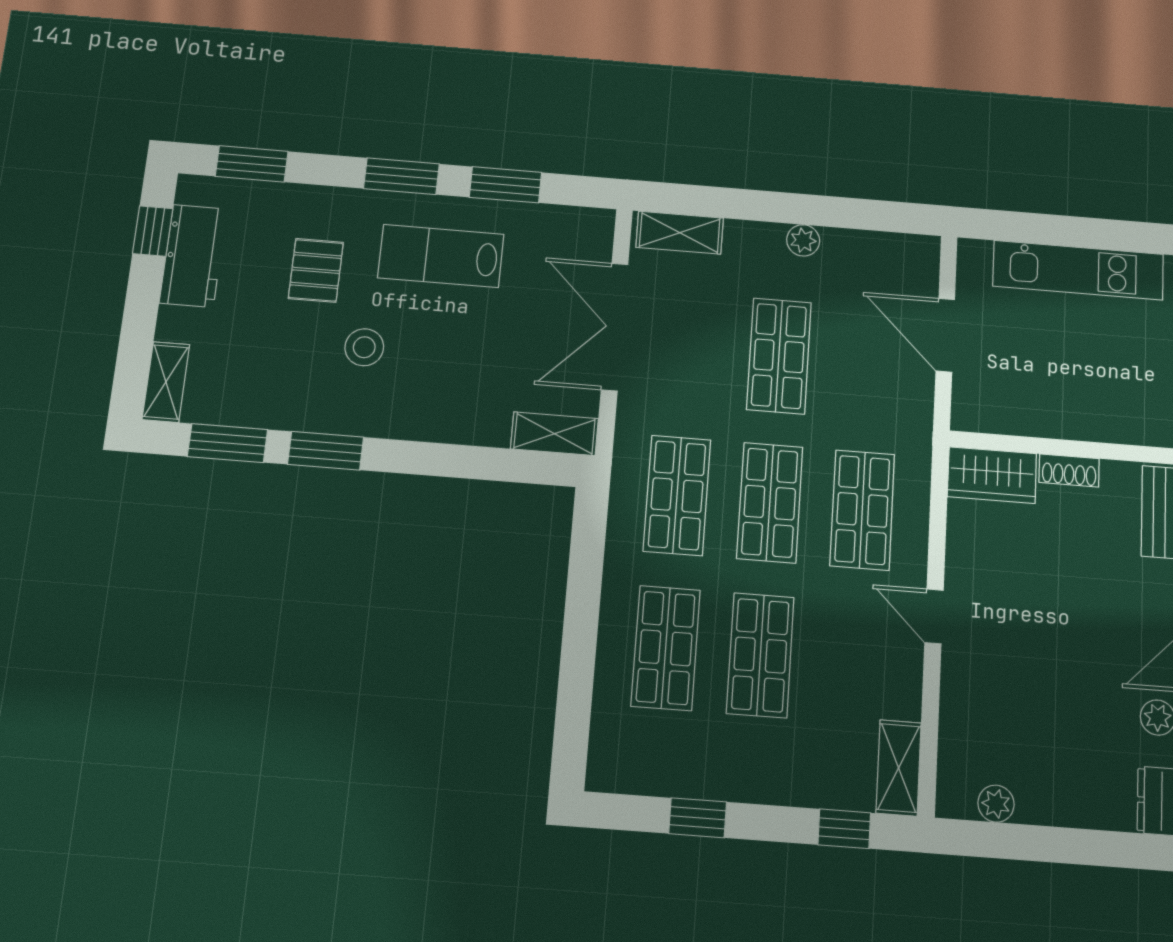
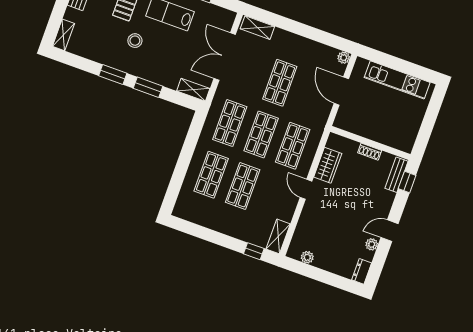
plant: (803, 240) -> (344, 58), moved
window: (228, 443) -> (148, 87), moved
wardrobe: (992, 475) -> (328, 165), moved, turned -90
window: (698, 818) -> (206, 234), removed

